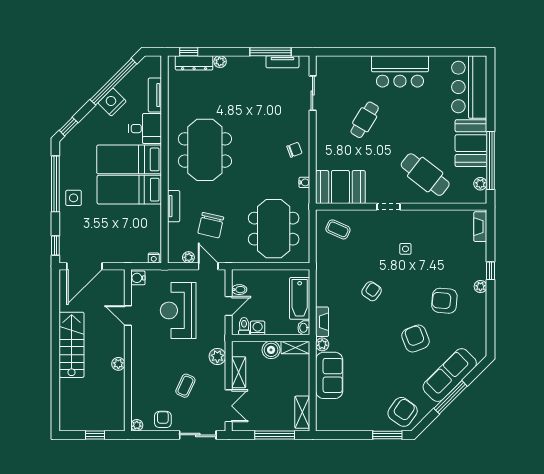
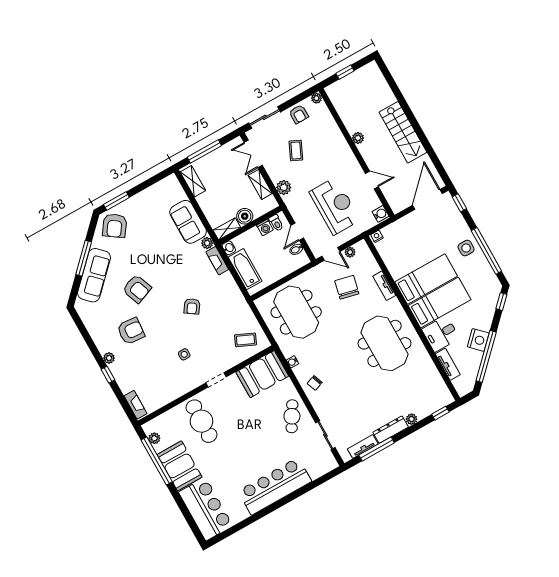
dresser: (194, 63) -> (391, 430), moved
bar counter: (400, 71) -> (275, 486), width x1.36
cafe table: (365, 120) -> (292, 416), moved
cafe table: (425, 175) -> (201, 421), turned 53

